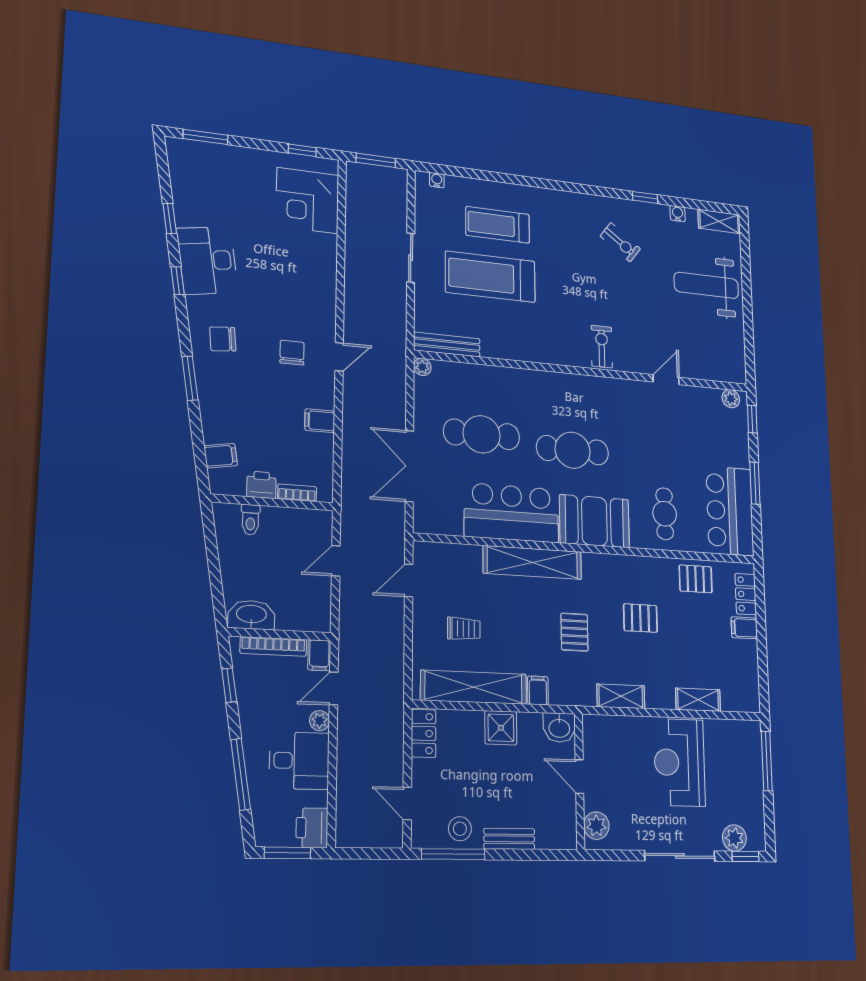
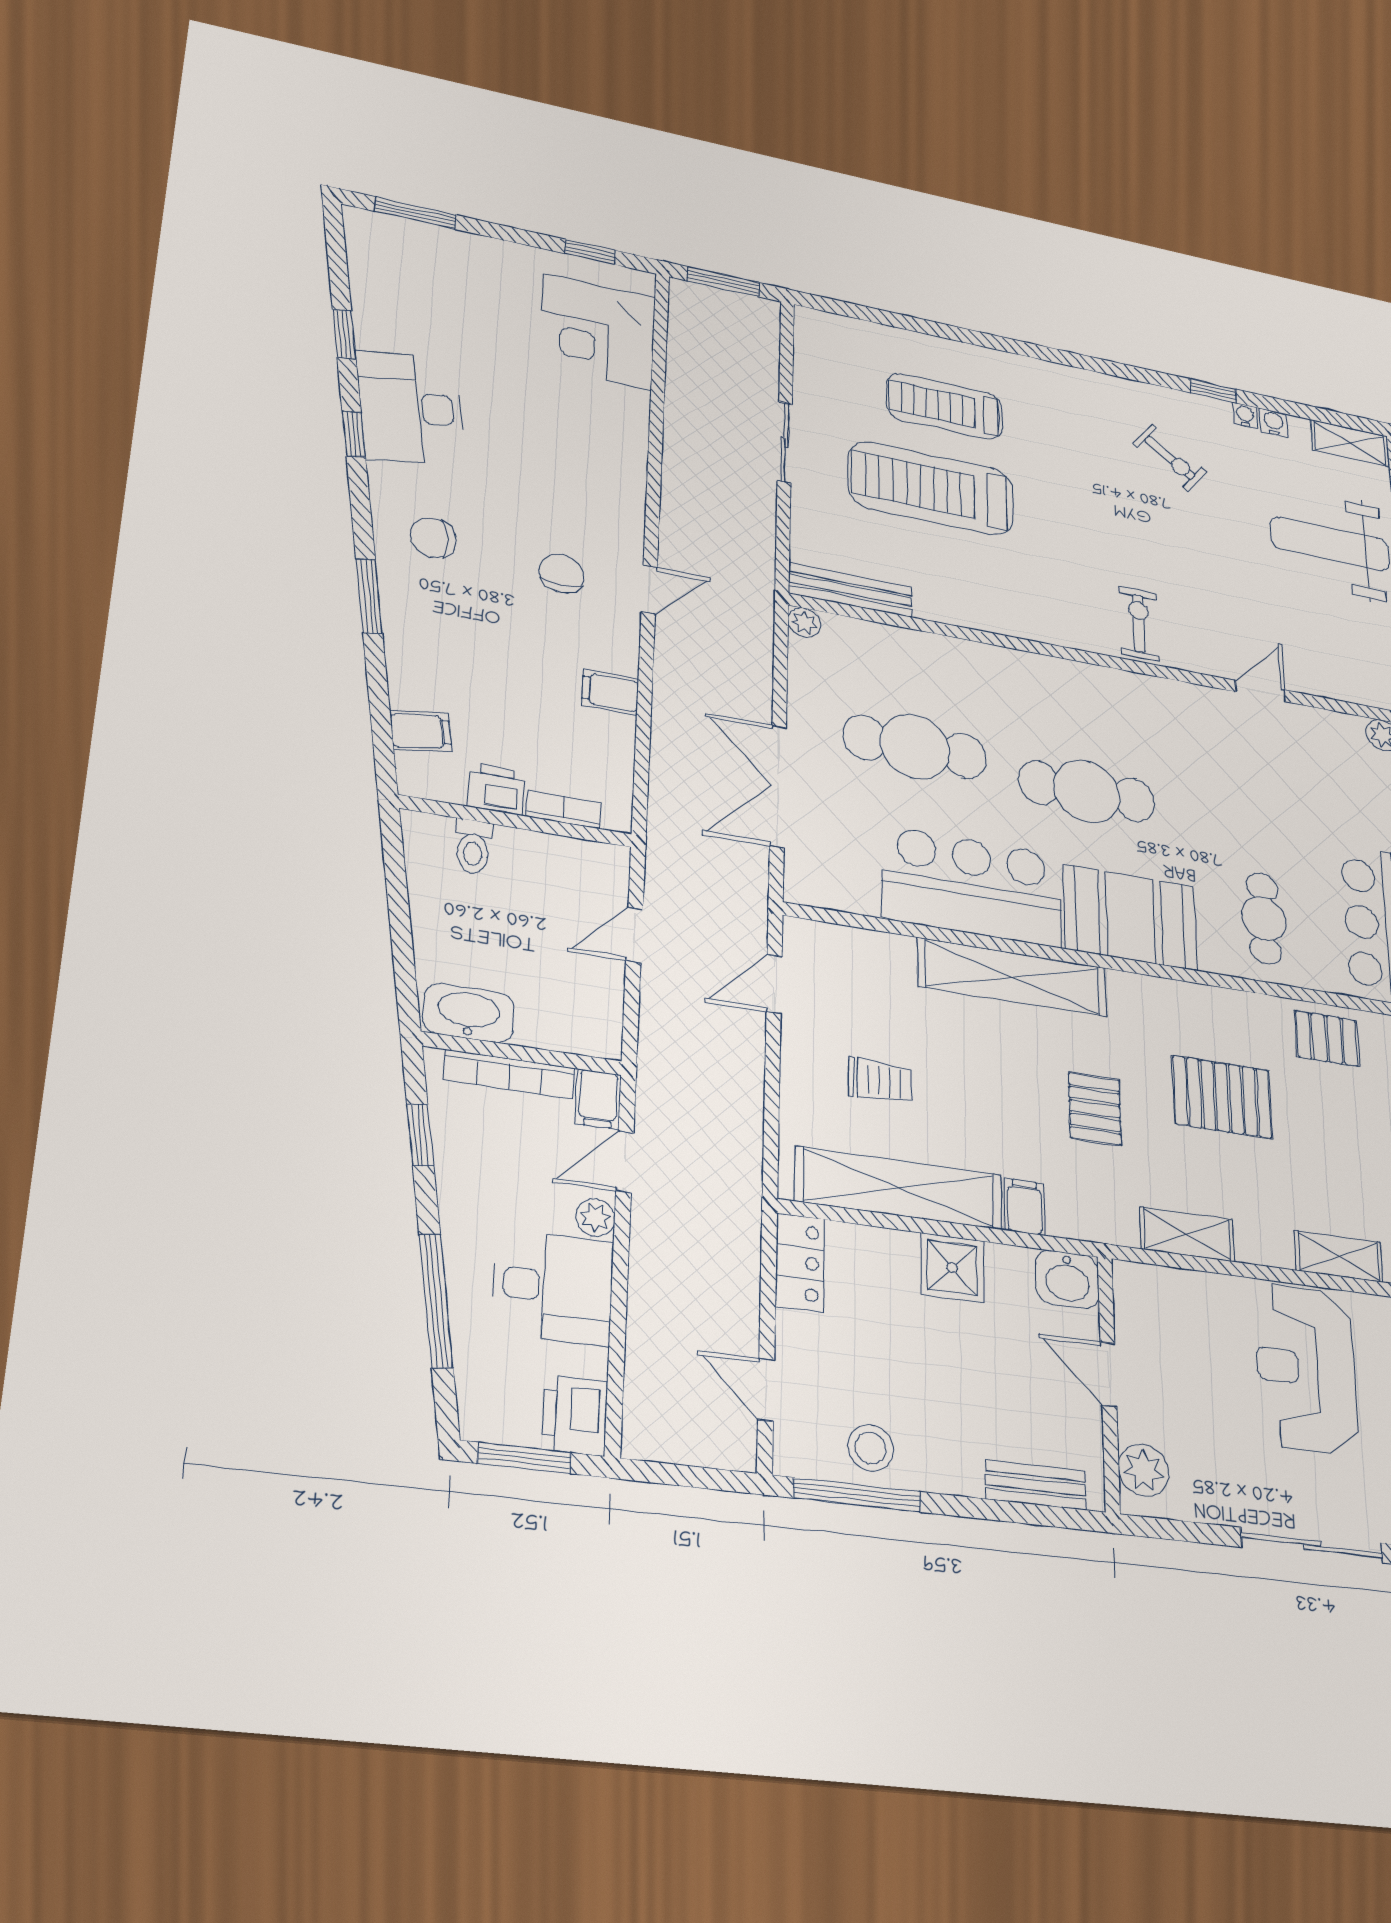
water cooler: (437, 180) -> (1245, 415), moved
pallet: (640, 618) -> (1222, 1097), width x1.50, depth x1.42
bench: (509, 839) -> (1036, 1485), moved

